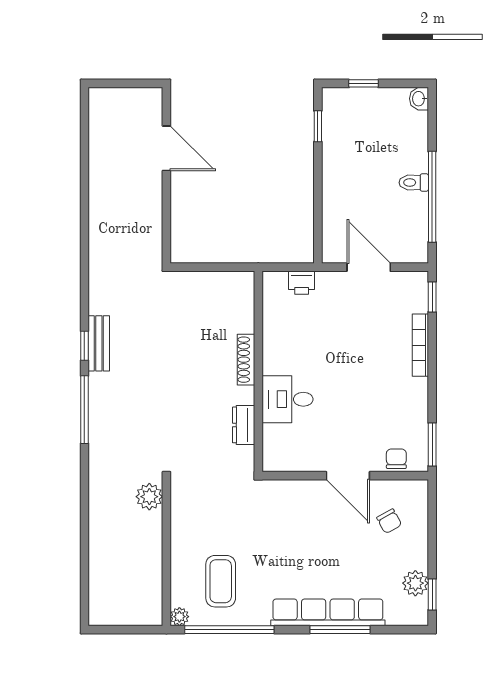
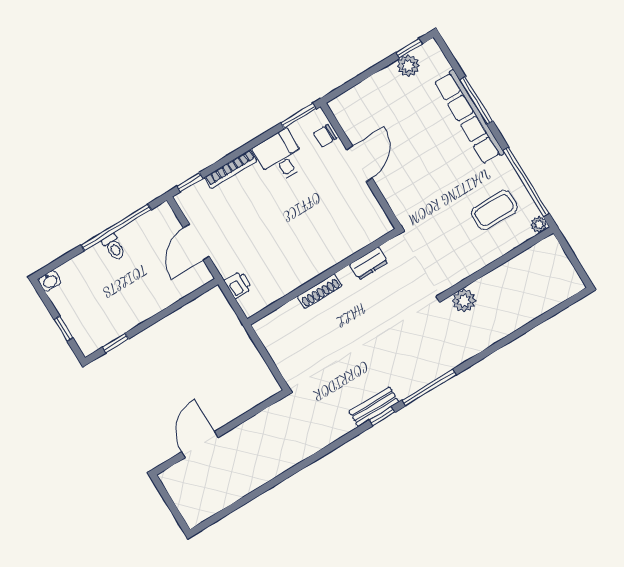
desk: (287, 399) -> (280, 156), moved, turned 180
chair: (389, 521) -> (374, 113), removed

